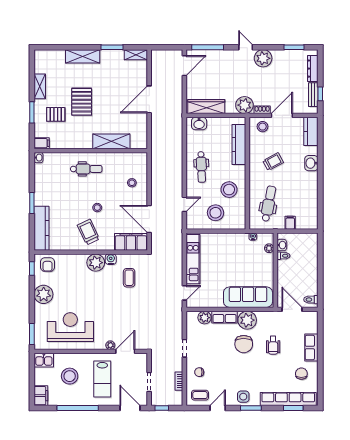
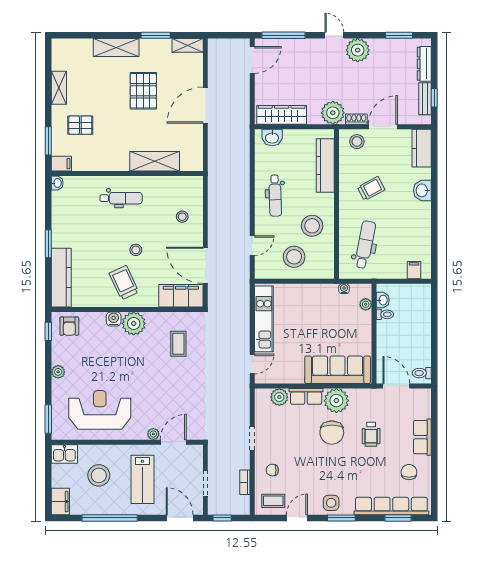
pallet: (82, 102) -> (143, 91), moved
window: (32, 112) -> (48, 141), moved
filing cabinet: (290, 223) -> (414, 270), moved
water cooler: (111, 259) -> (114, 319), moved
plant: (44, 294) -> (58, 372), width x0.53, depth x0.53

